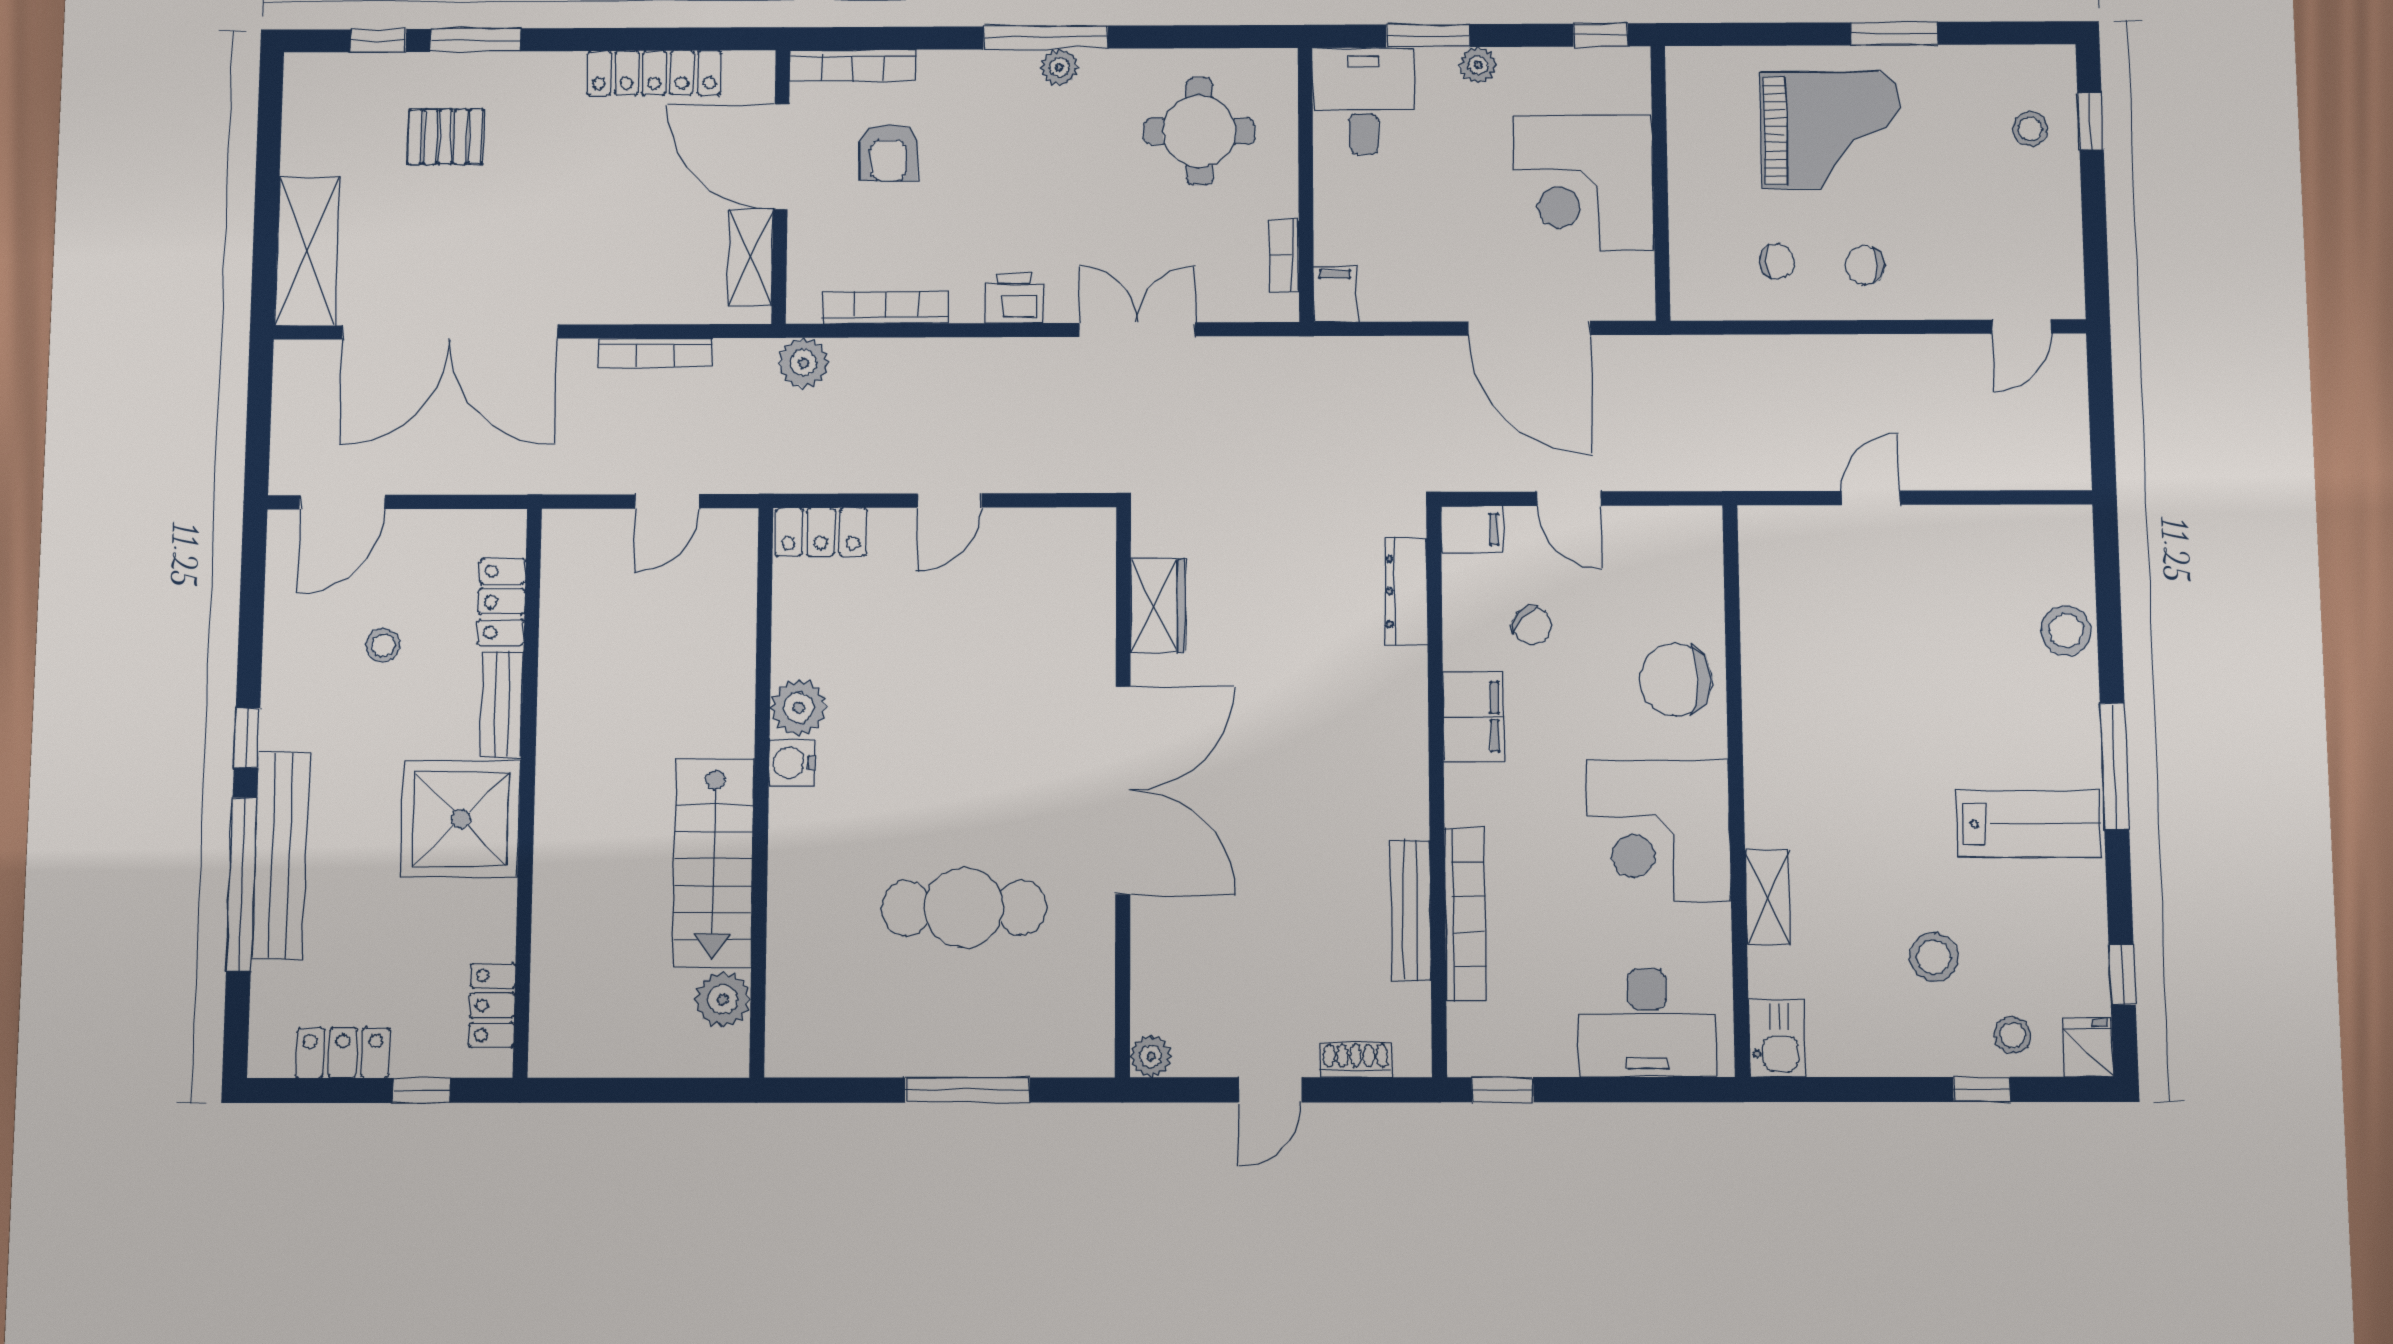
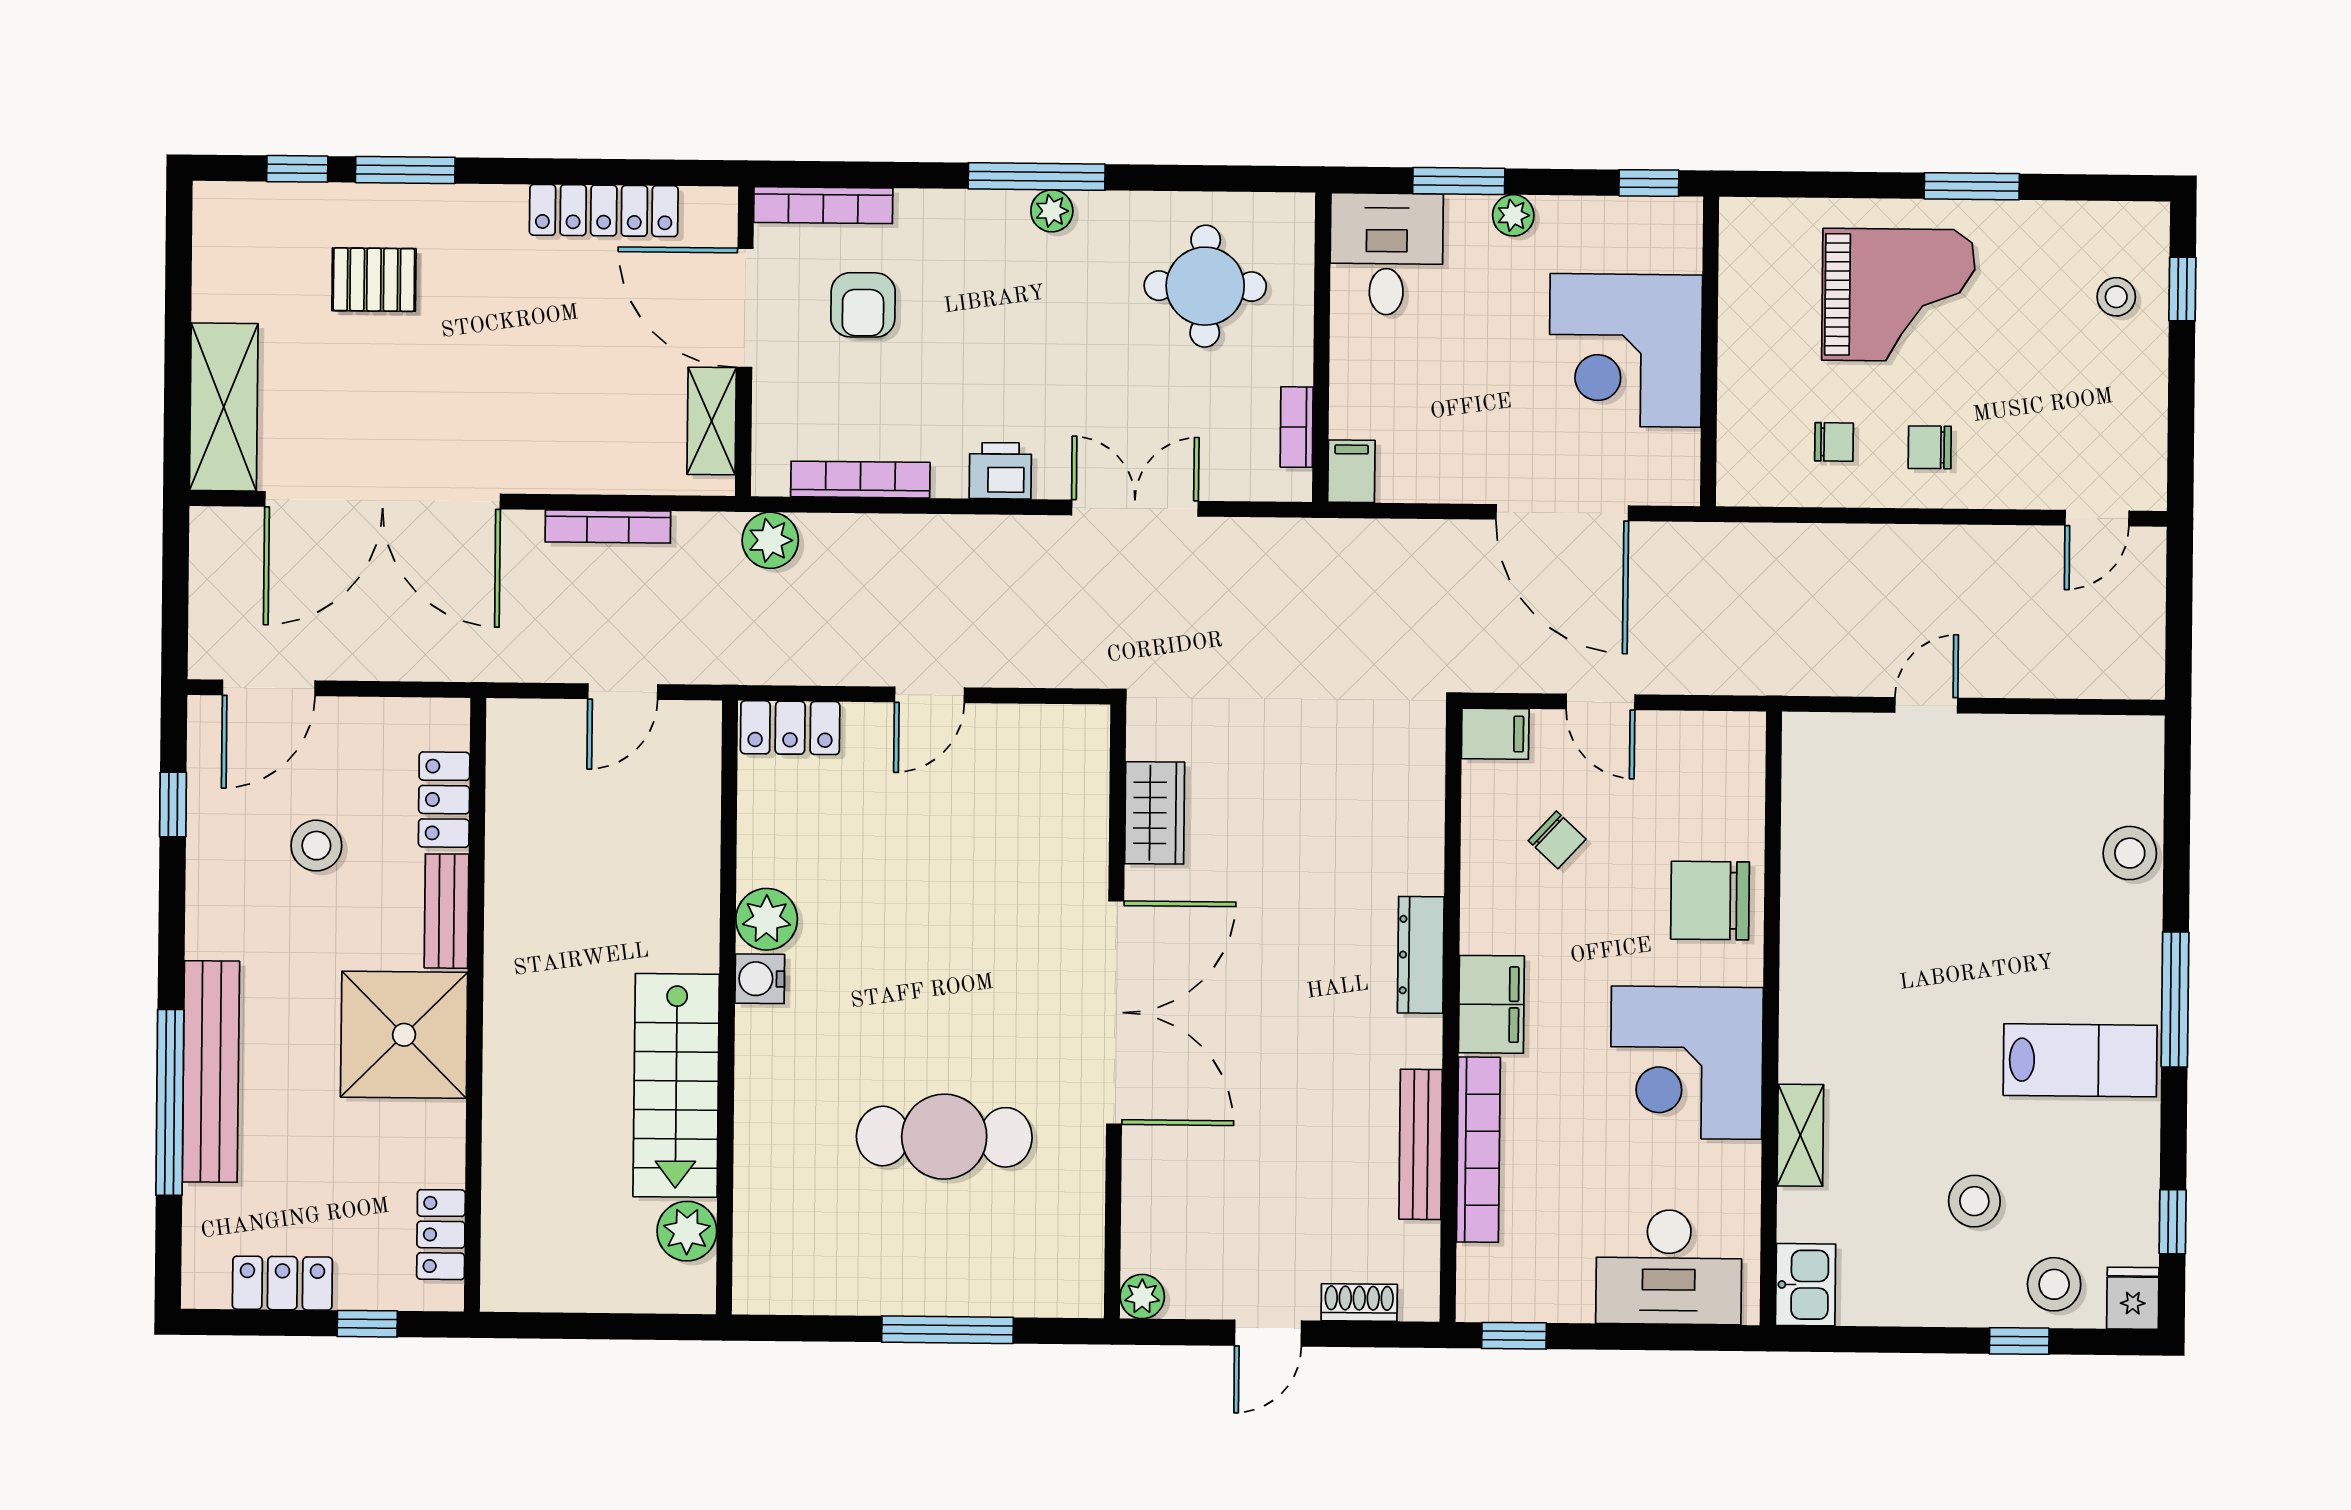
dresser: (1406, 591) -> (1421, 955), moved
stool: (383, 645) -> (316, 846), width x1.37, depth x1.37
filing cabinet: (1473, 717) -> (1491, 1004), moved
window: (247, 738) -> (173, 805), moved
stool: (2013, 1035) -> (2054, 1284), width x1.37, depth x1.37

